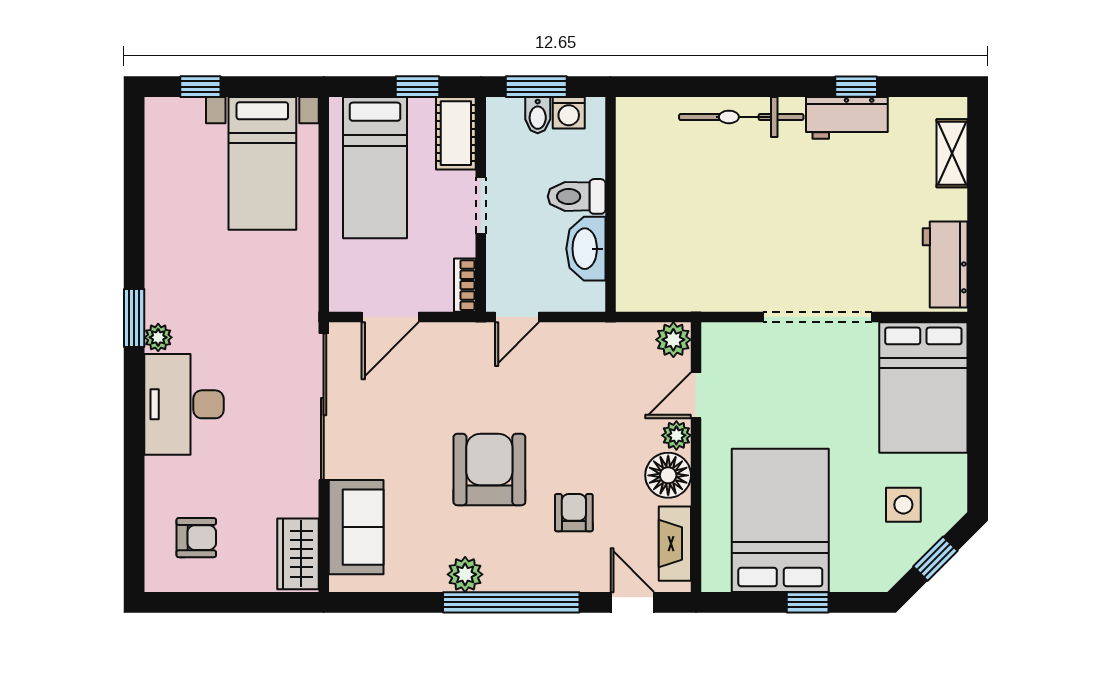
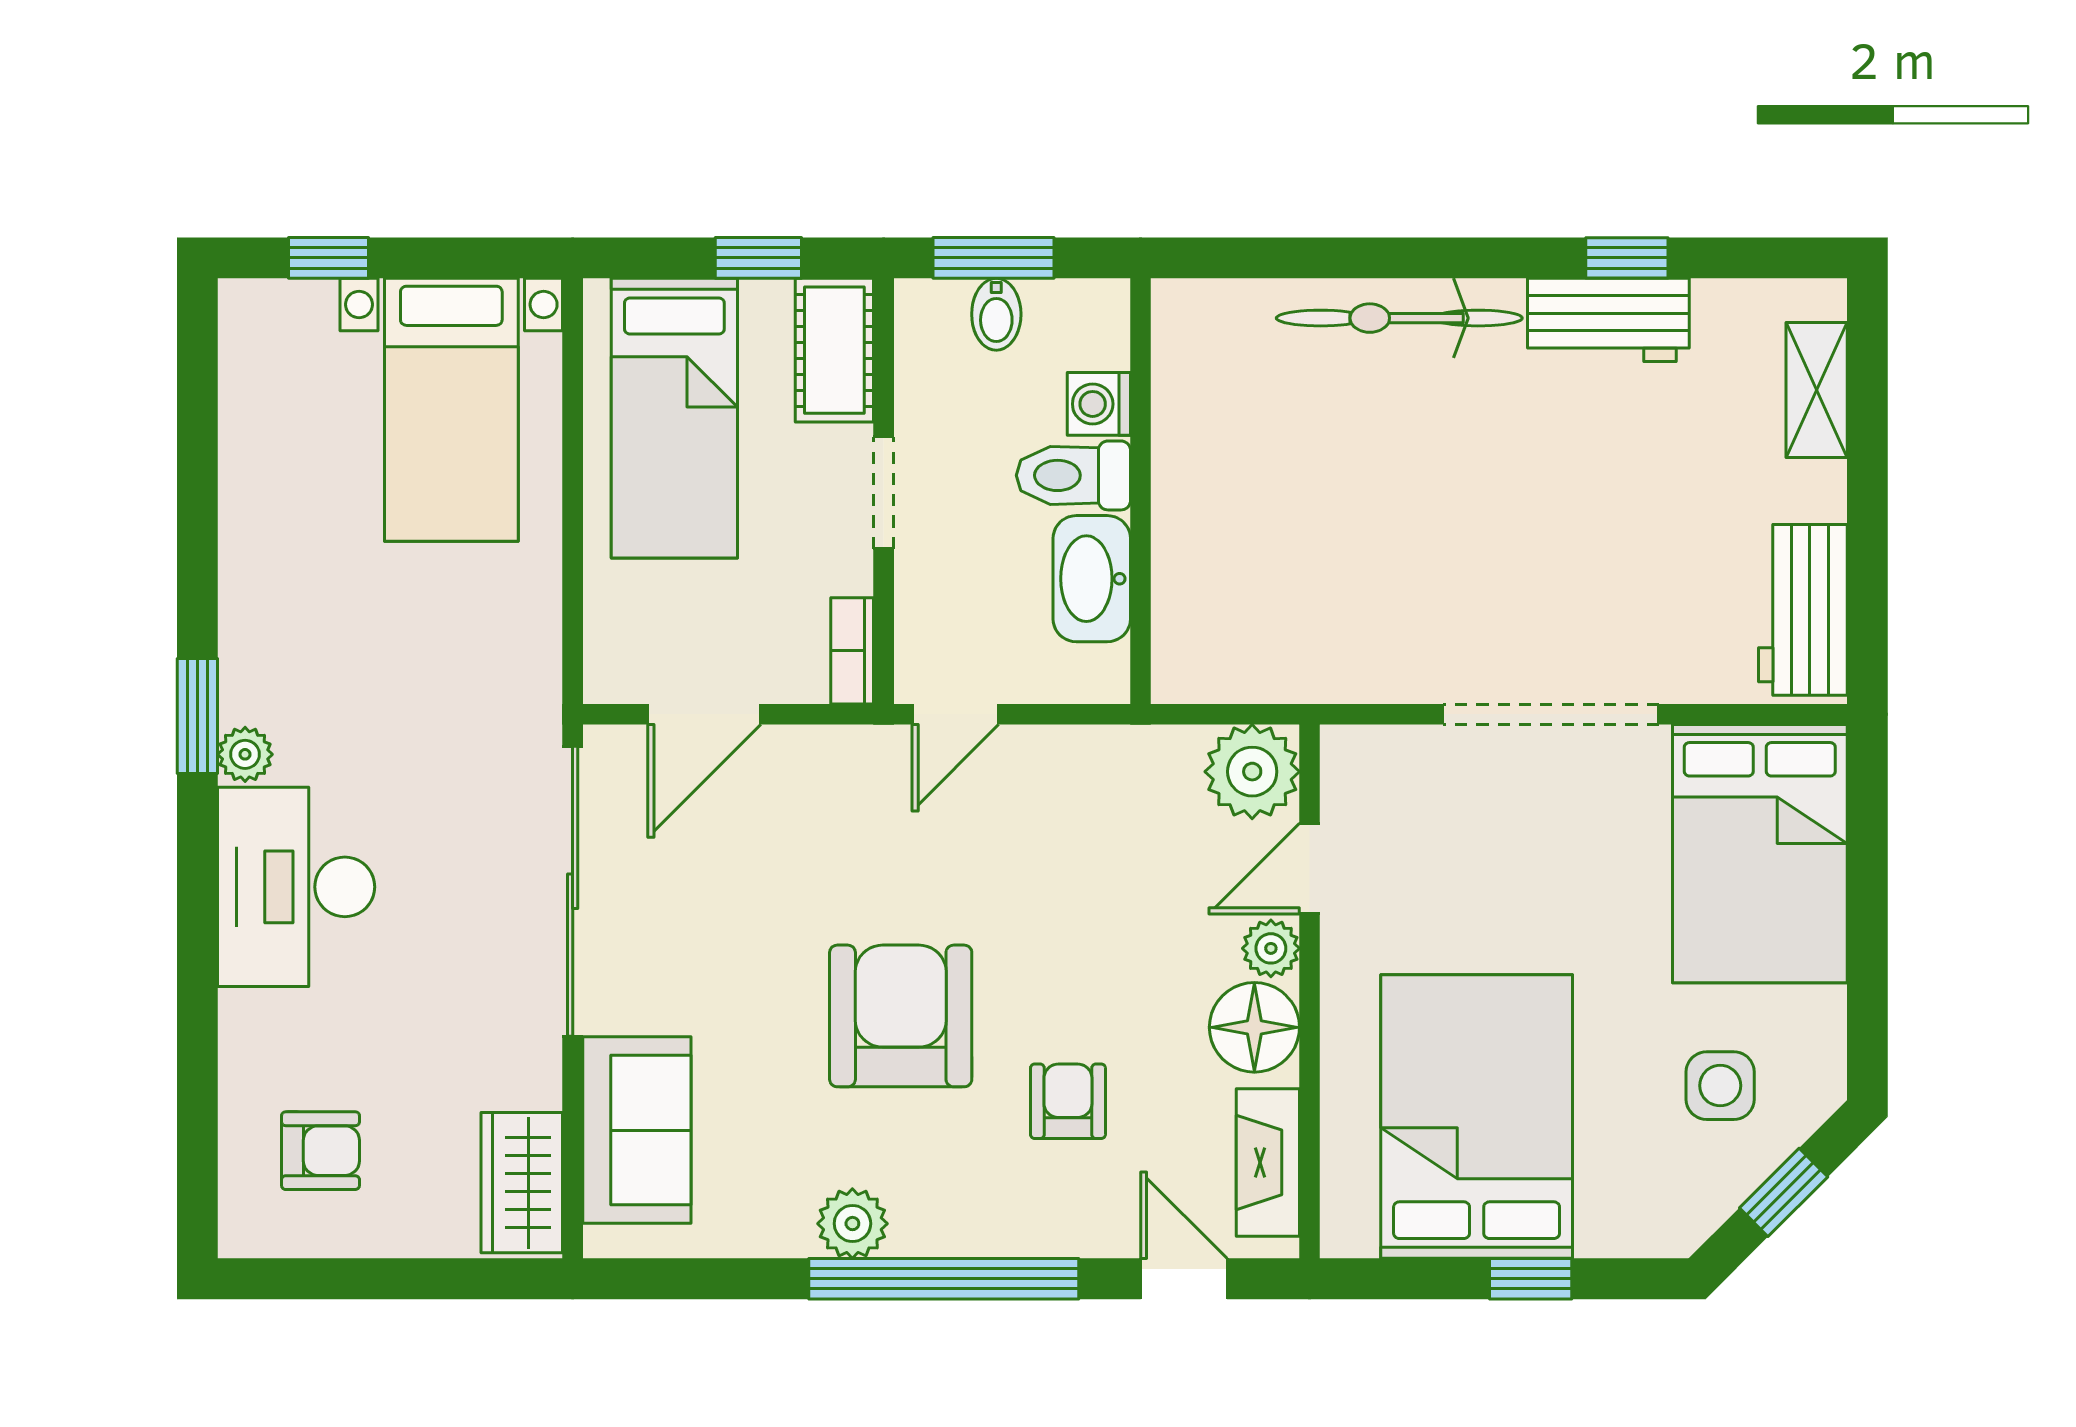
washing machine: (569, 113) -> (1099, 404), moved, turned 90
plant: (673, 340) -> (1252, 772), width x1.36, depth x1.36

